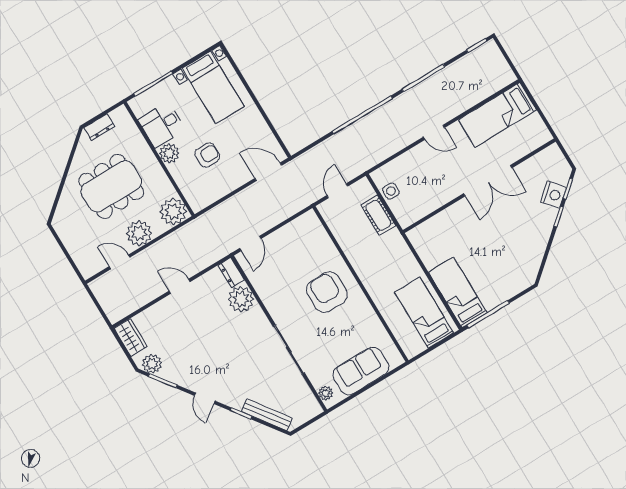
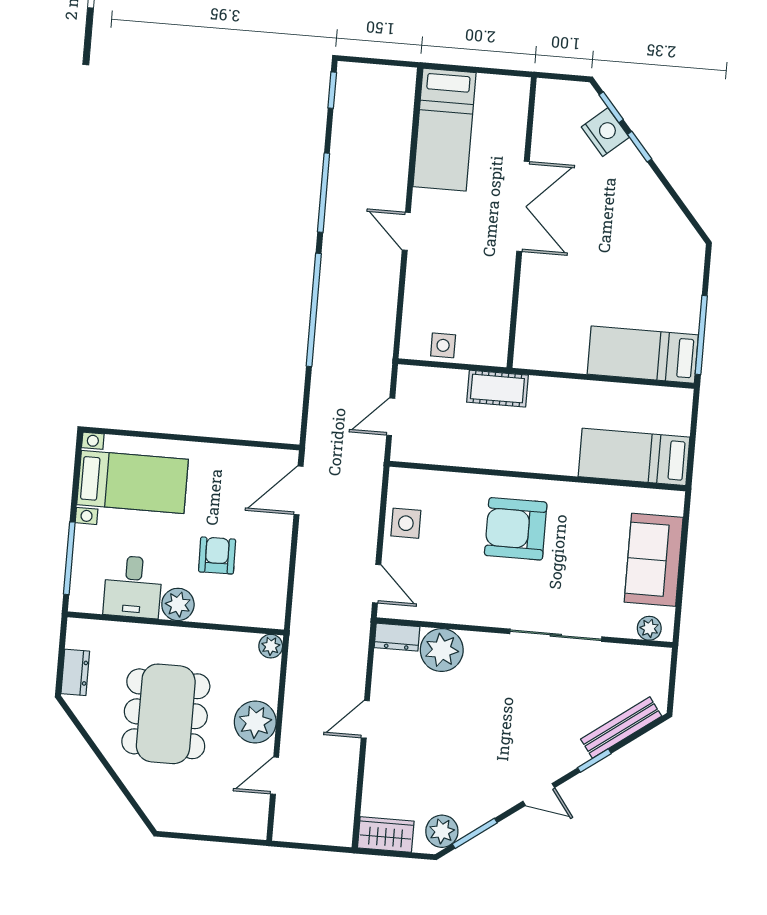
door: (434, 132) -> (406, 231), swing flipped
door: (337, 191) -> (391, 417), hinge flipped
plant: (173, 212) -> (271, 646), width x0.53, depth x0.53
cot: (378, 215) -> (497, 389), moved
side table: (290, 236) -> (406, 523), added
bed: (424, 313) -> (634, 457), moved

